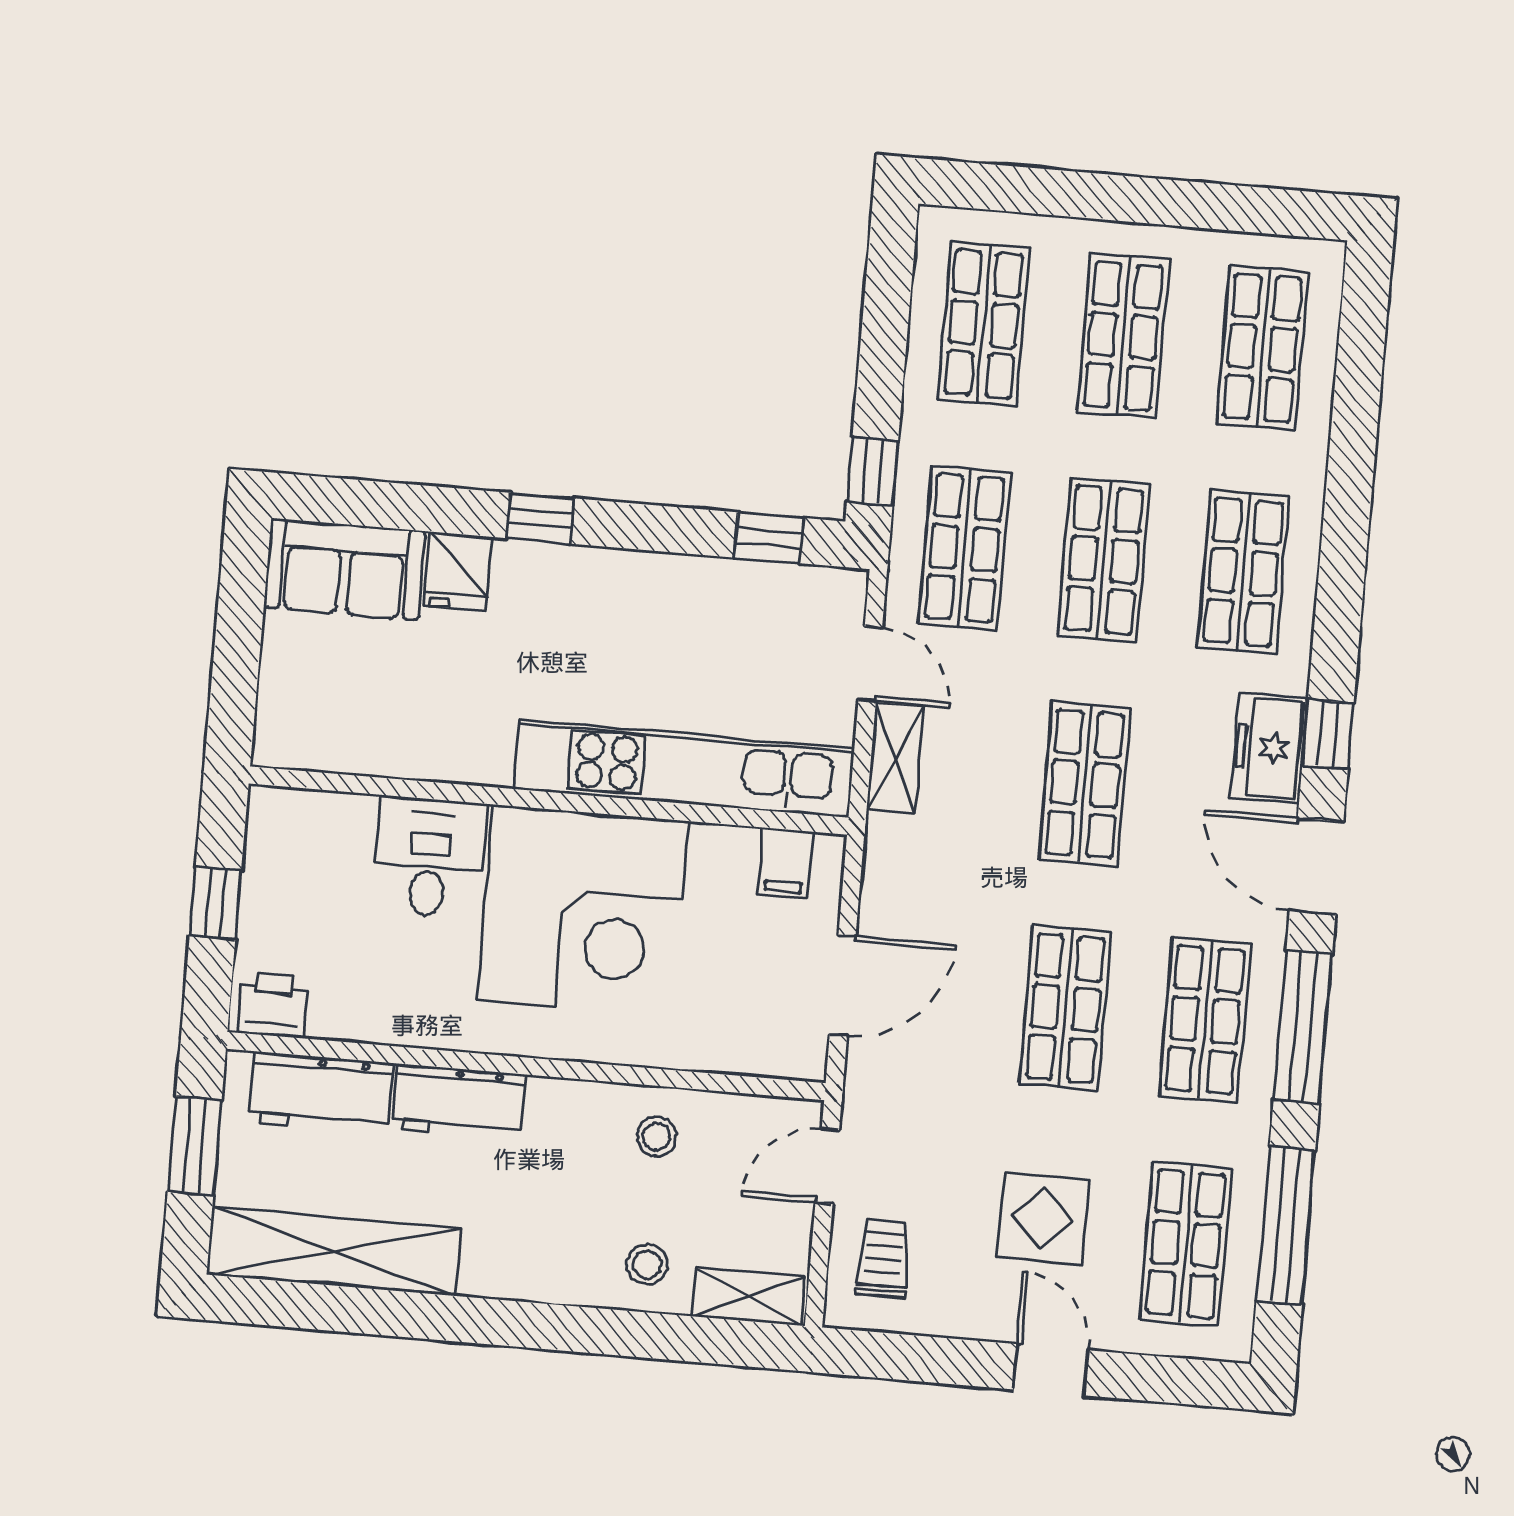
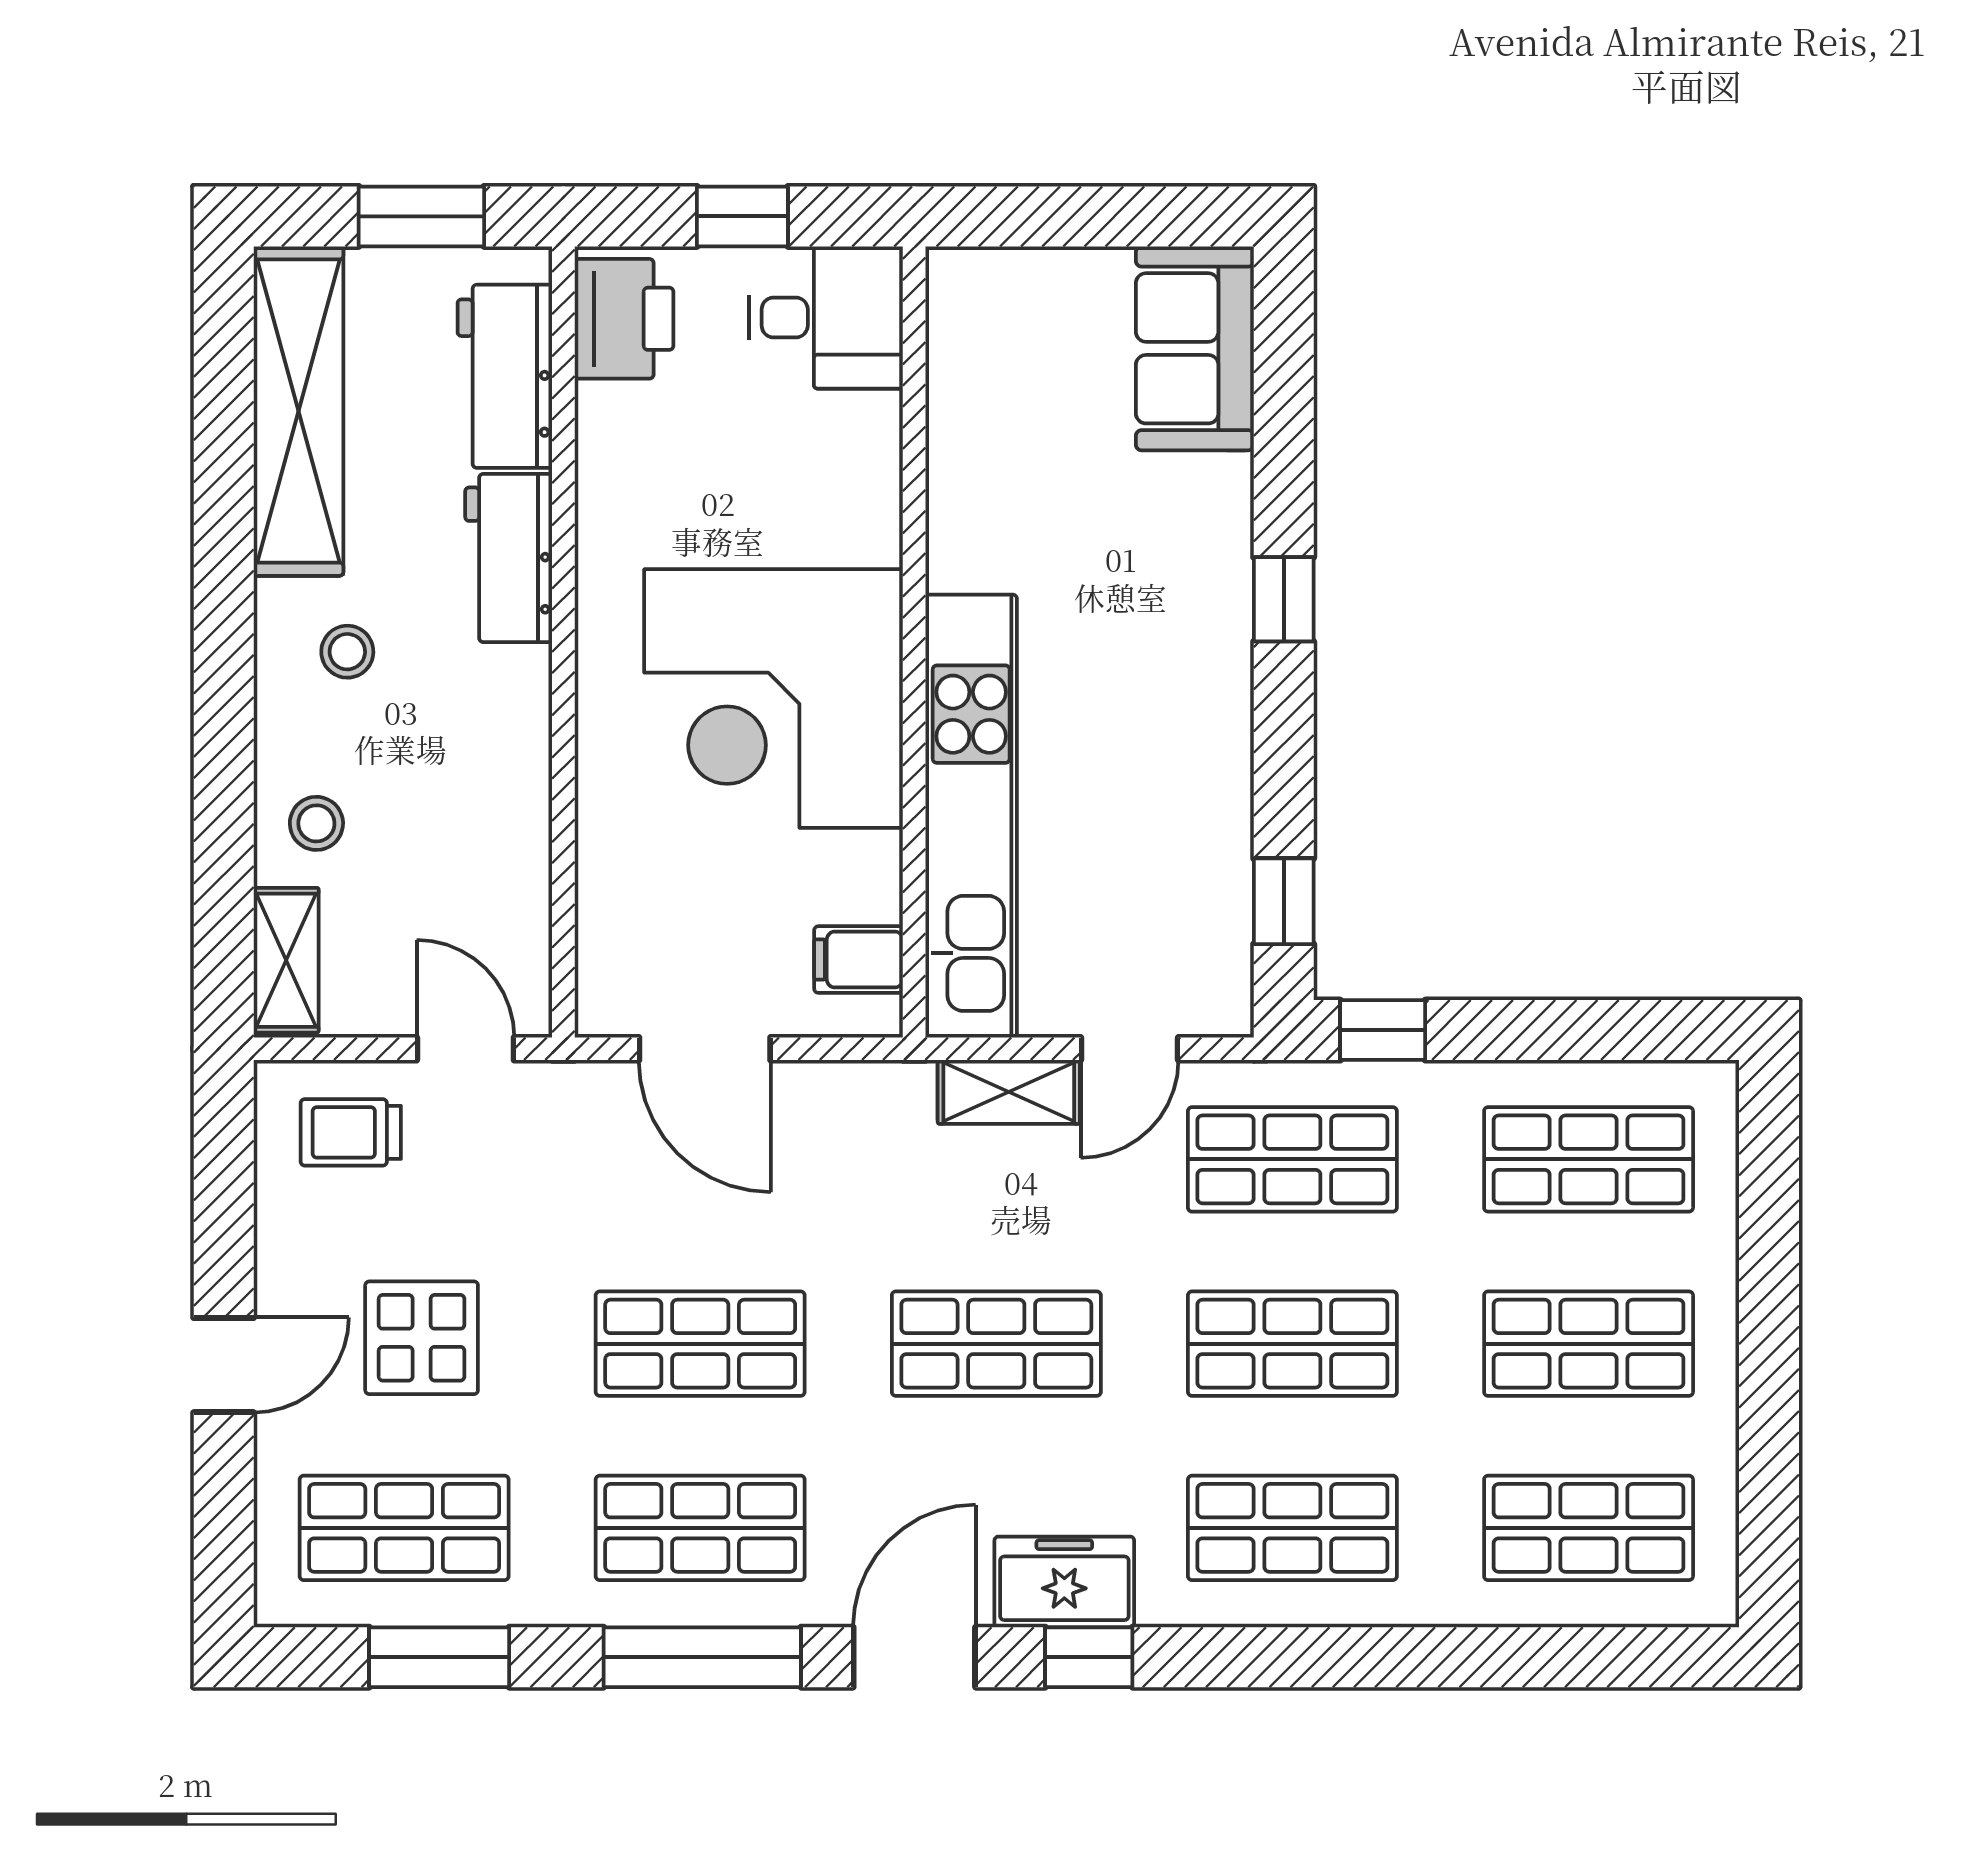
fridge: (458, 571) -> (1205, 497), removed
desk: (429, 857) -> (826, 317), moved
printer: (273, 1005) -> (624, 319), width x1.36, depth x1.24
stool: (657, 1137) -> (347, 652), moved
window: (1286, 1226) -> (439, 1657), width x0.69
trolley: (883, 1259) -> (351, 1132), turned 180

